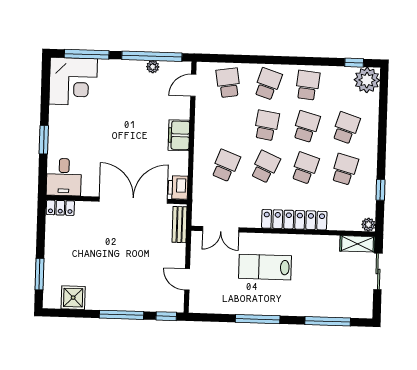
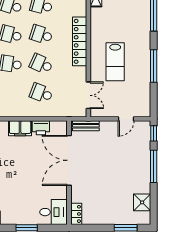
printer: (178, 188) -> (41, 128), moved

